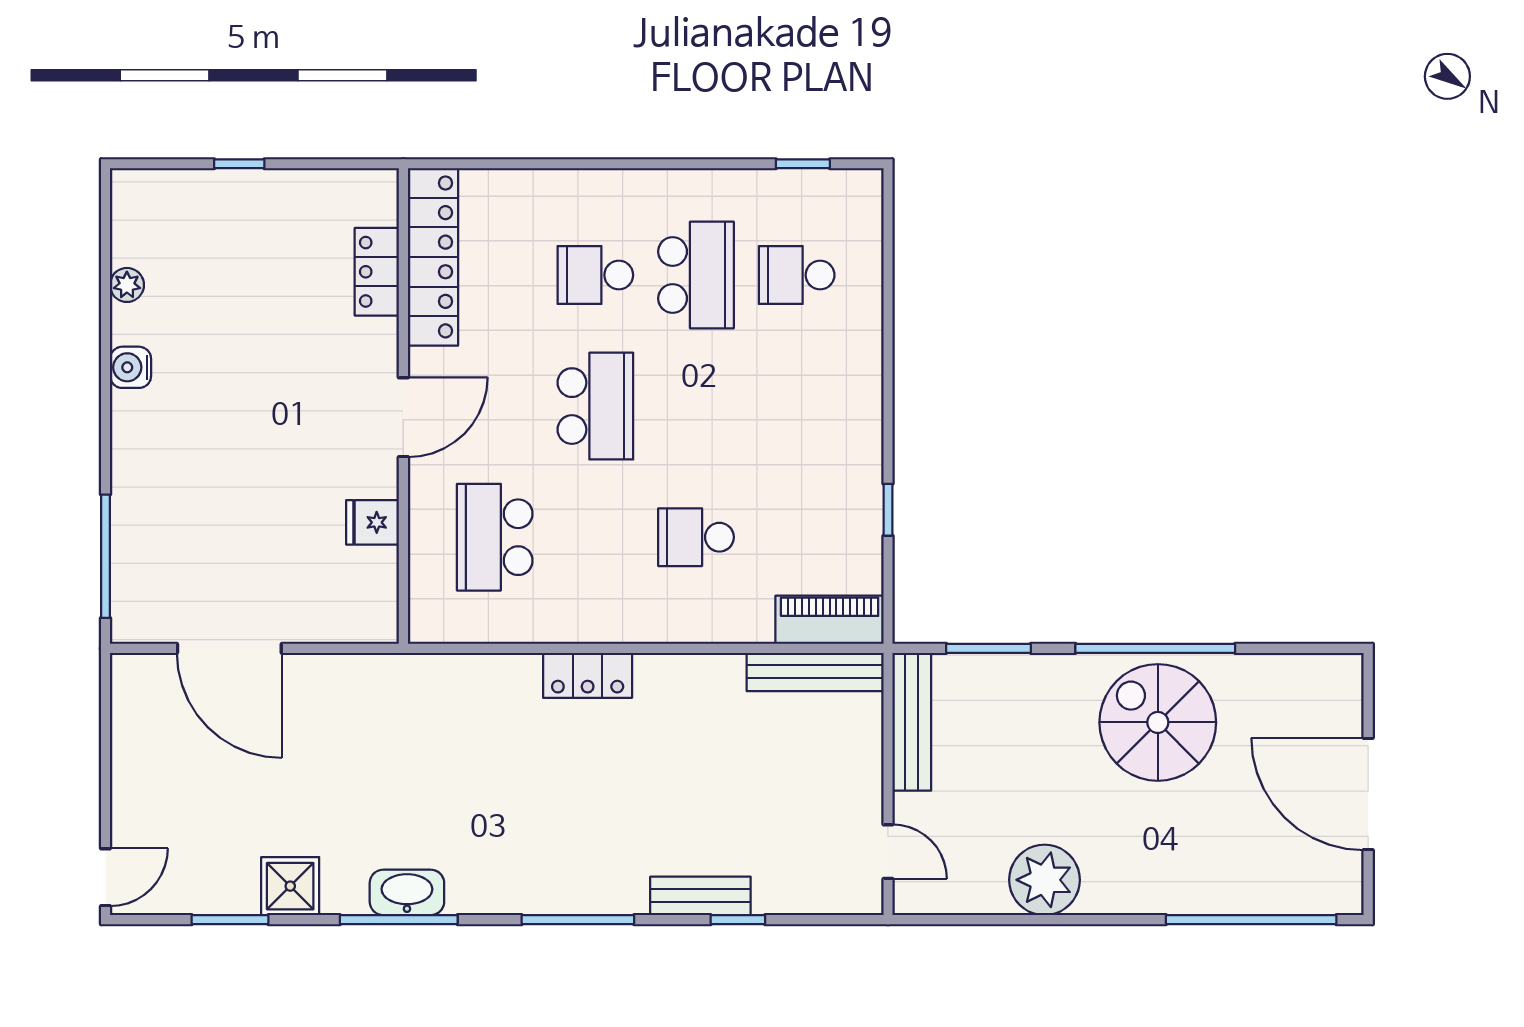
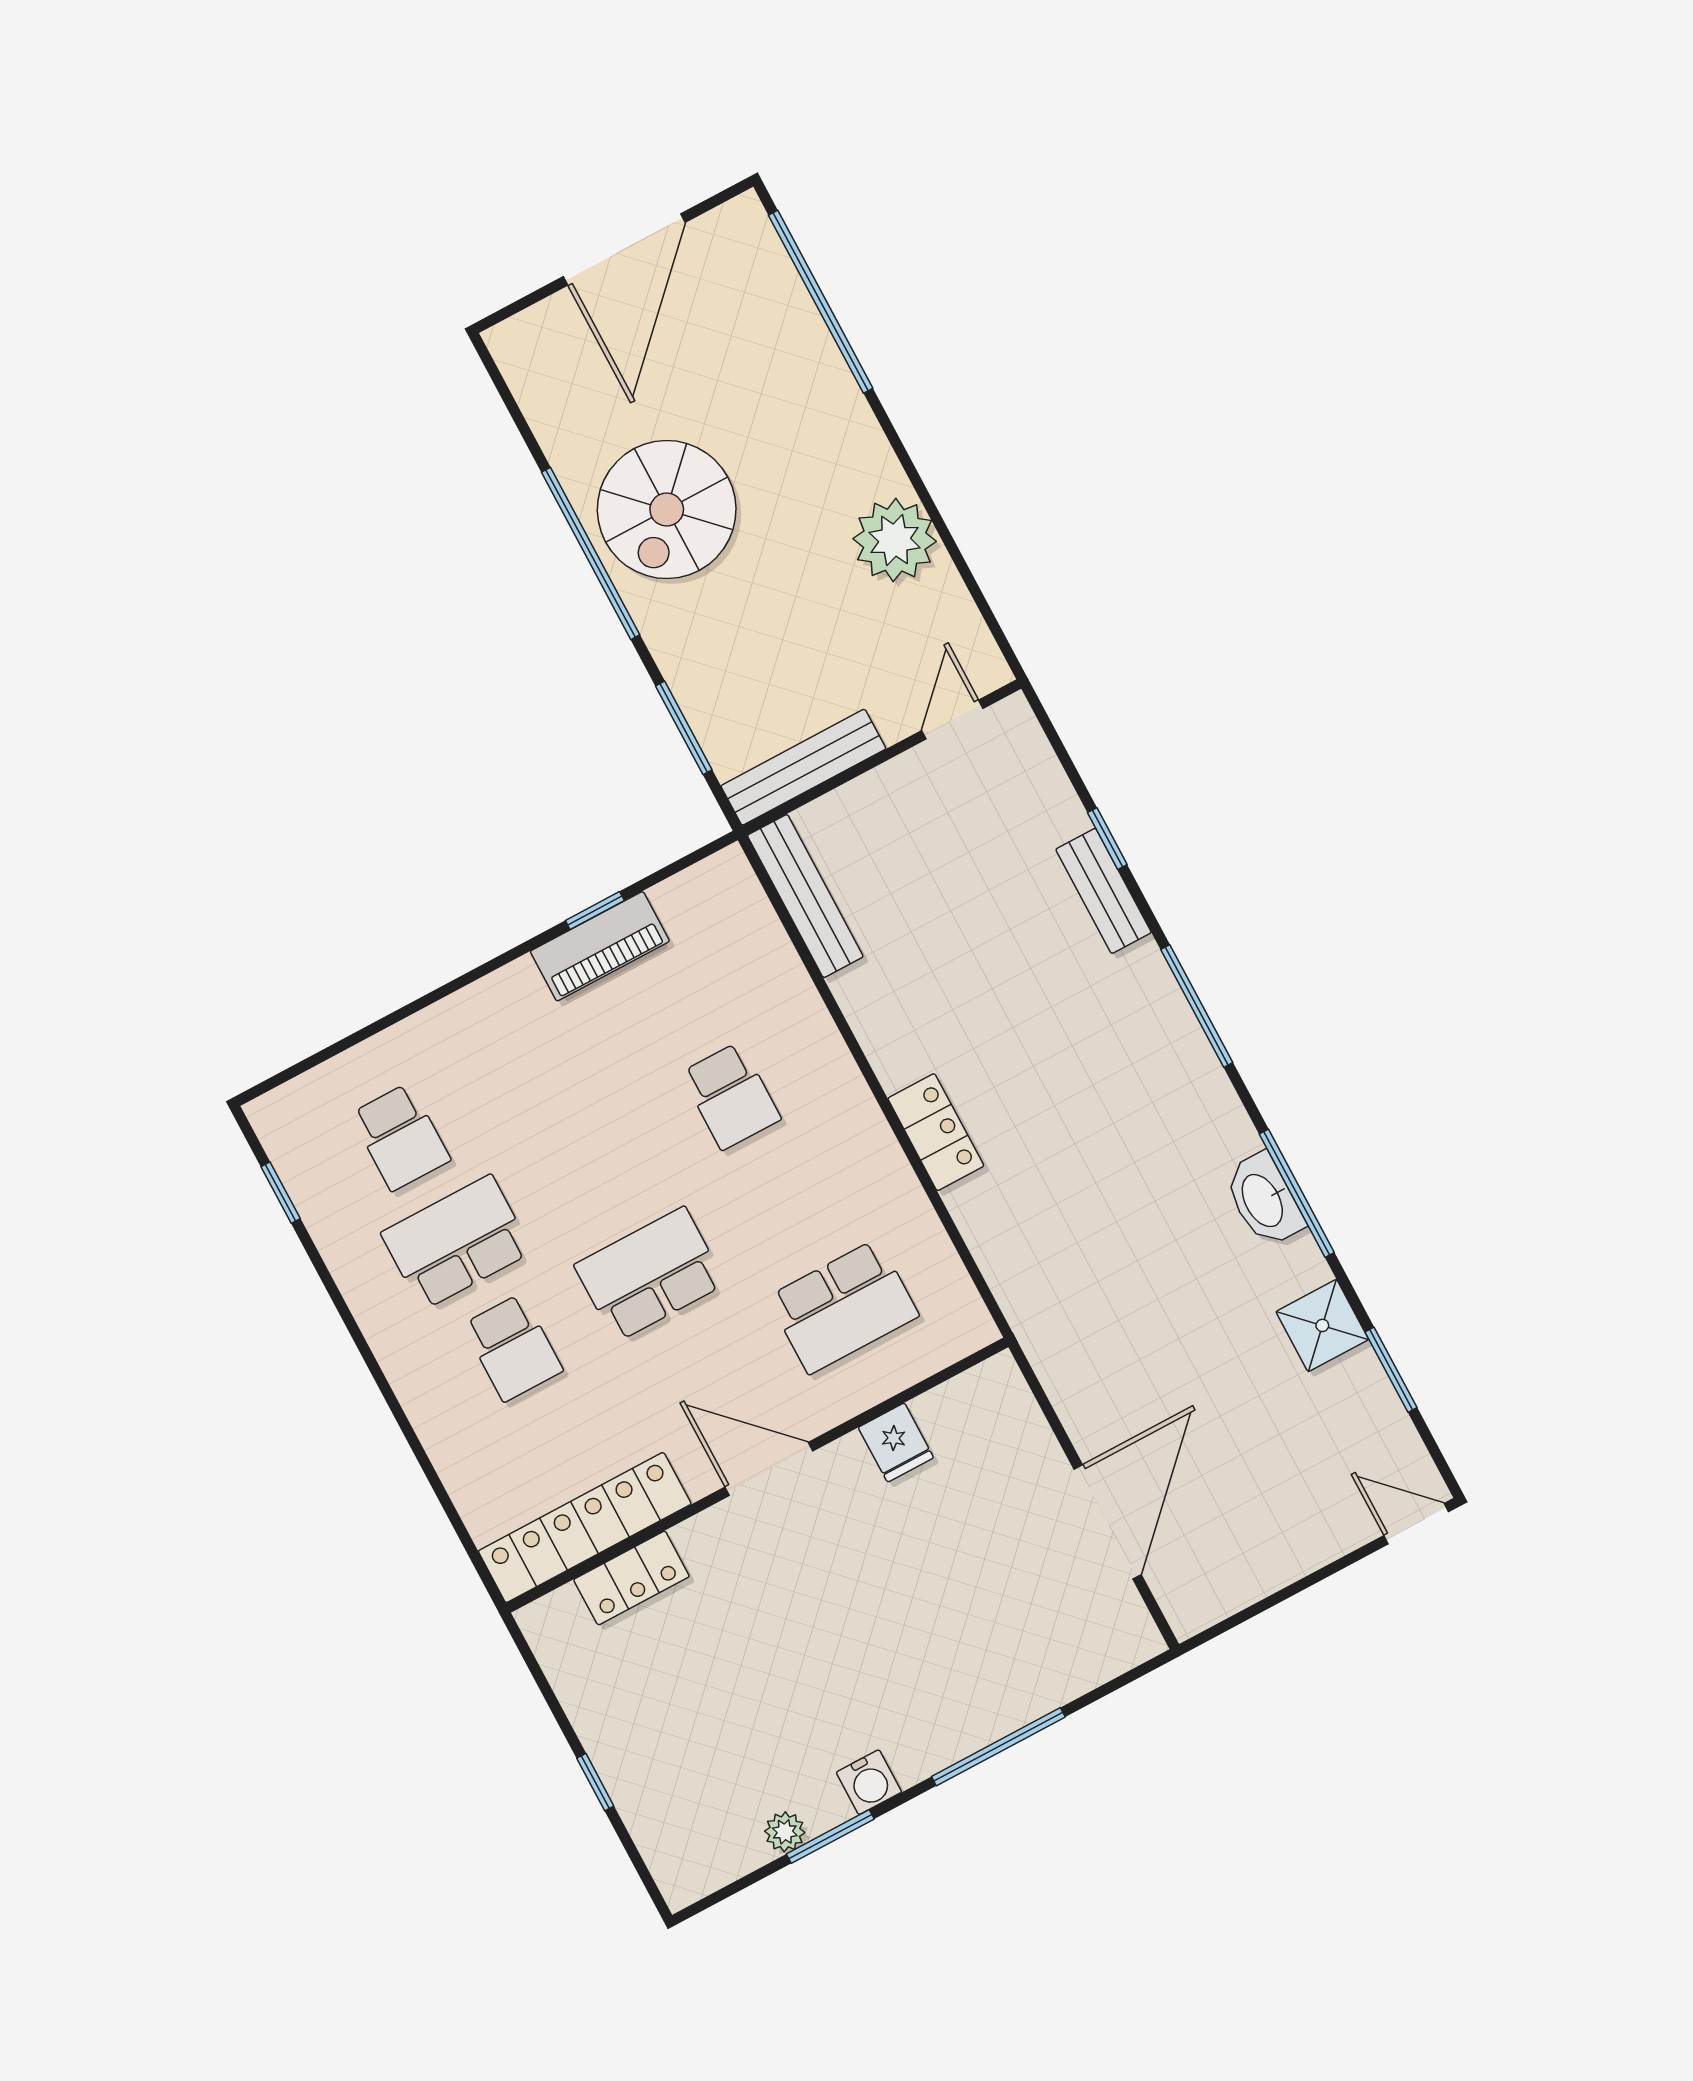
window: (106, 317) -> (830, 1836), added
window: (106, 556) -> (998, 1747), moved
piano: (830, 620) -> (600, 946), moved, turned -90

